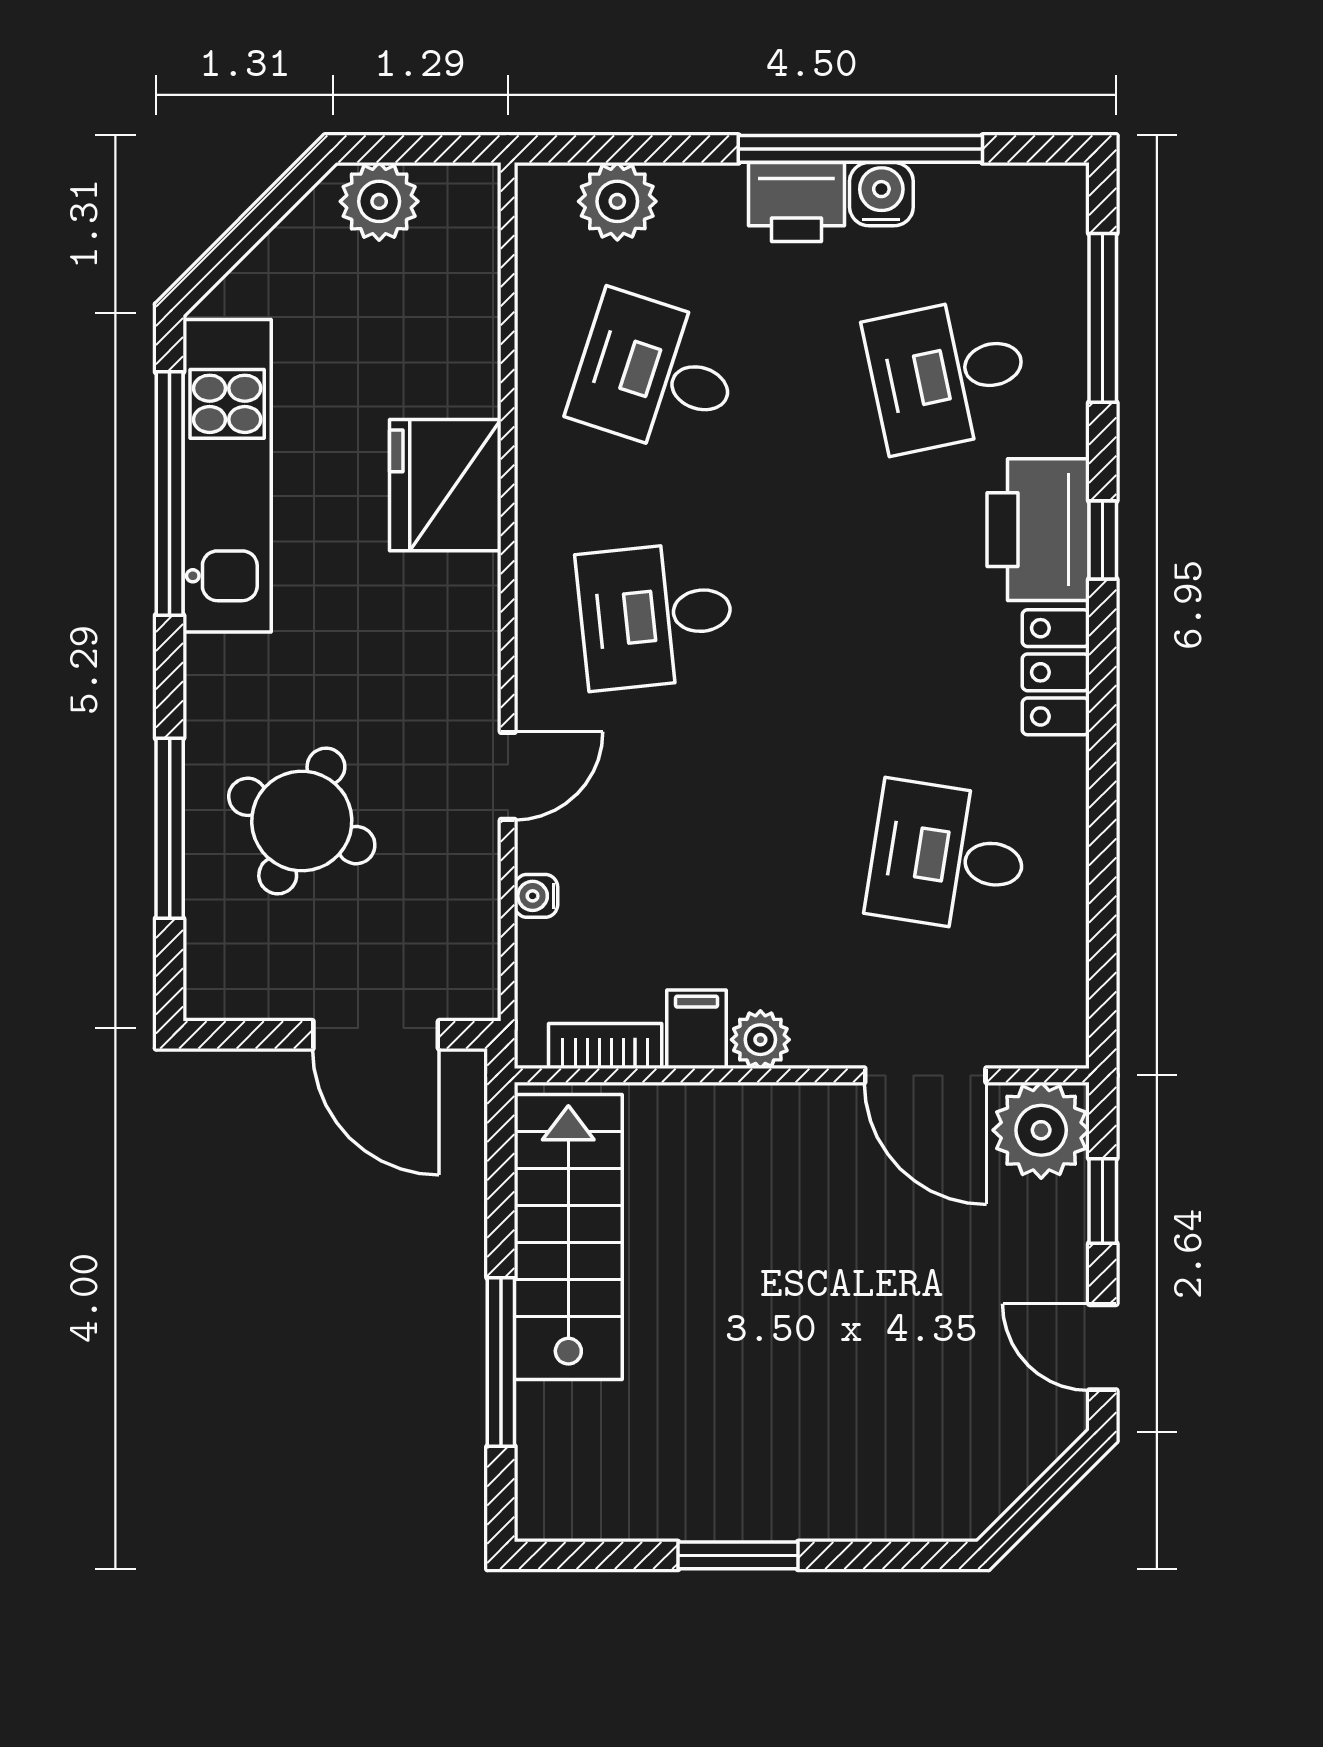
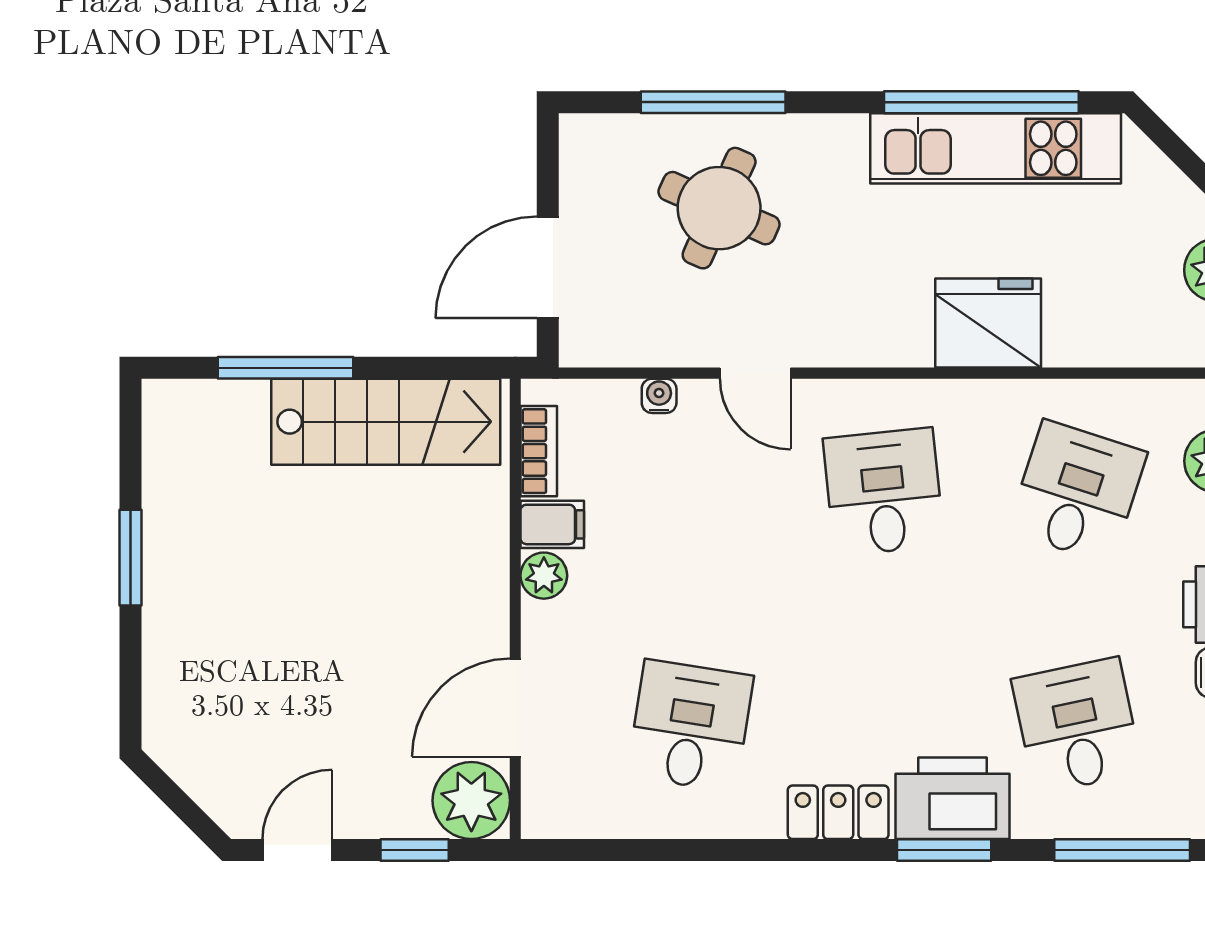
window: (1103, 540) -> (944, 850), width x1.50

